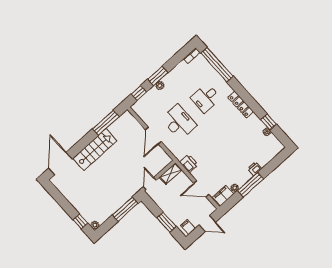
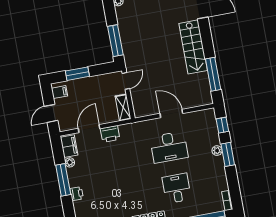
printer: (189, 164) -> (110, 134), moved
door: (150, 183) -> (126, 81), hinge flipped

